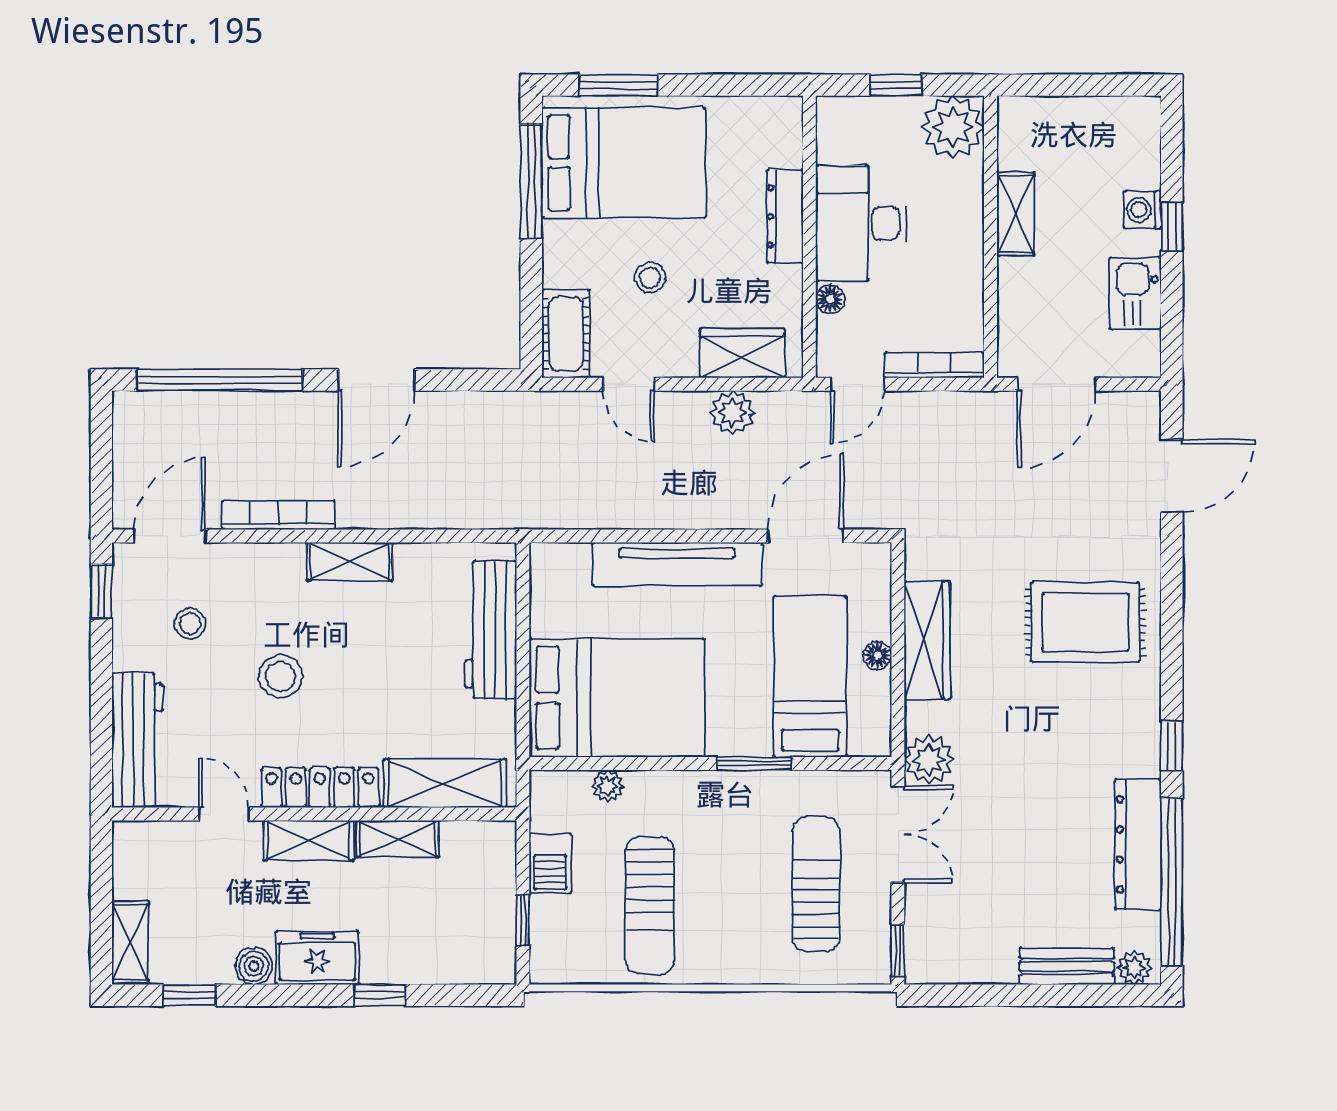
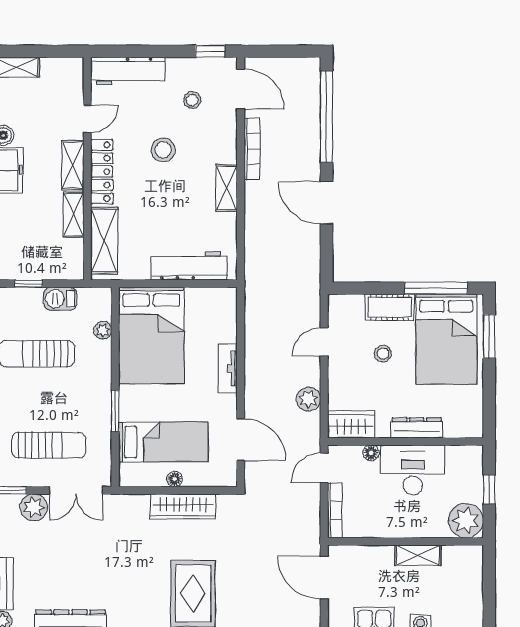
cot: (566, 334) -> (390, 307), moved
wardrobe: (742, 353) -> (351, 424), moved, turned -90
door: (857, 384) -> (324, 468), hinge flipped
tv unit: (677, 564) -> (228, 369), width x0.52, depth x0.78
plant: (929, 759) -> (34, 507), moved

